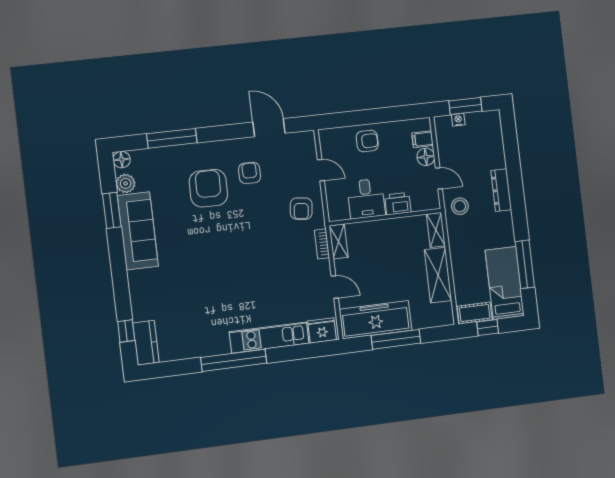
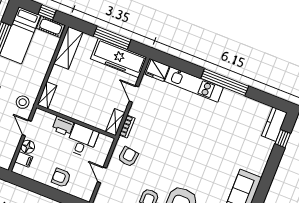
shelving: (438, 275) -> (68, 48), moved

